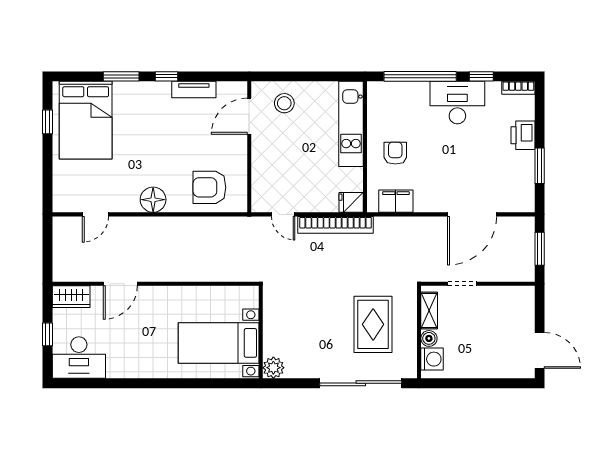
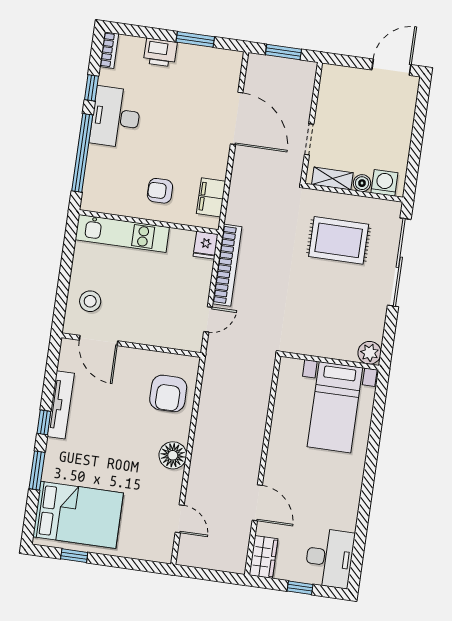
tv unit: (194, 90) -> (61, 405), width x1.41

